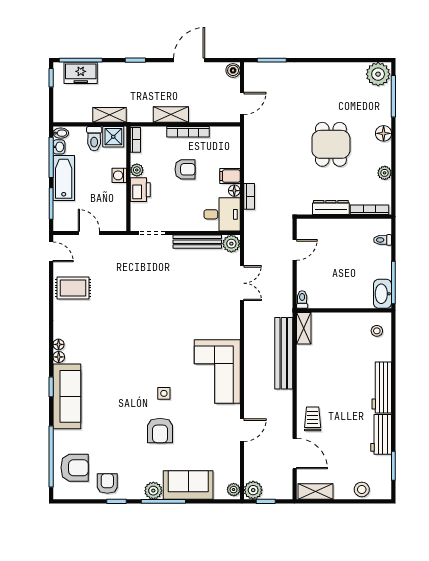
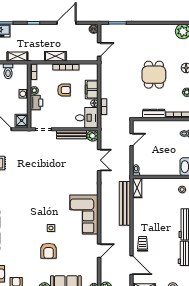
shower: (113, 137) -> (22, 121), moved
filing cabinet: (230, 176) -> (92, 90), width x2.00

